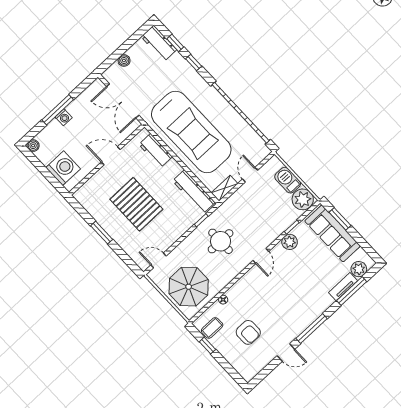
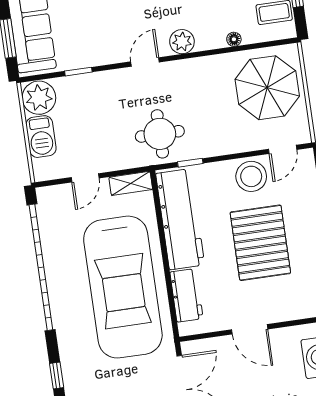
car: (191, 132) -> (123, 287), turned 180
workbench: (194, 192) -> (180, 219), width x1.36, depth x1.32
stool: (165, 235) -> (251, 176), added
round table: (221, 241) -> (160, 134), moved
plant: (290, 242) -> (182, 42), moved
door: (158, 260) -> (283, 149), hinge flipped

